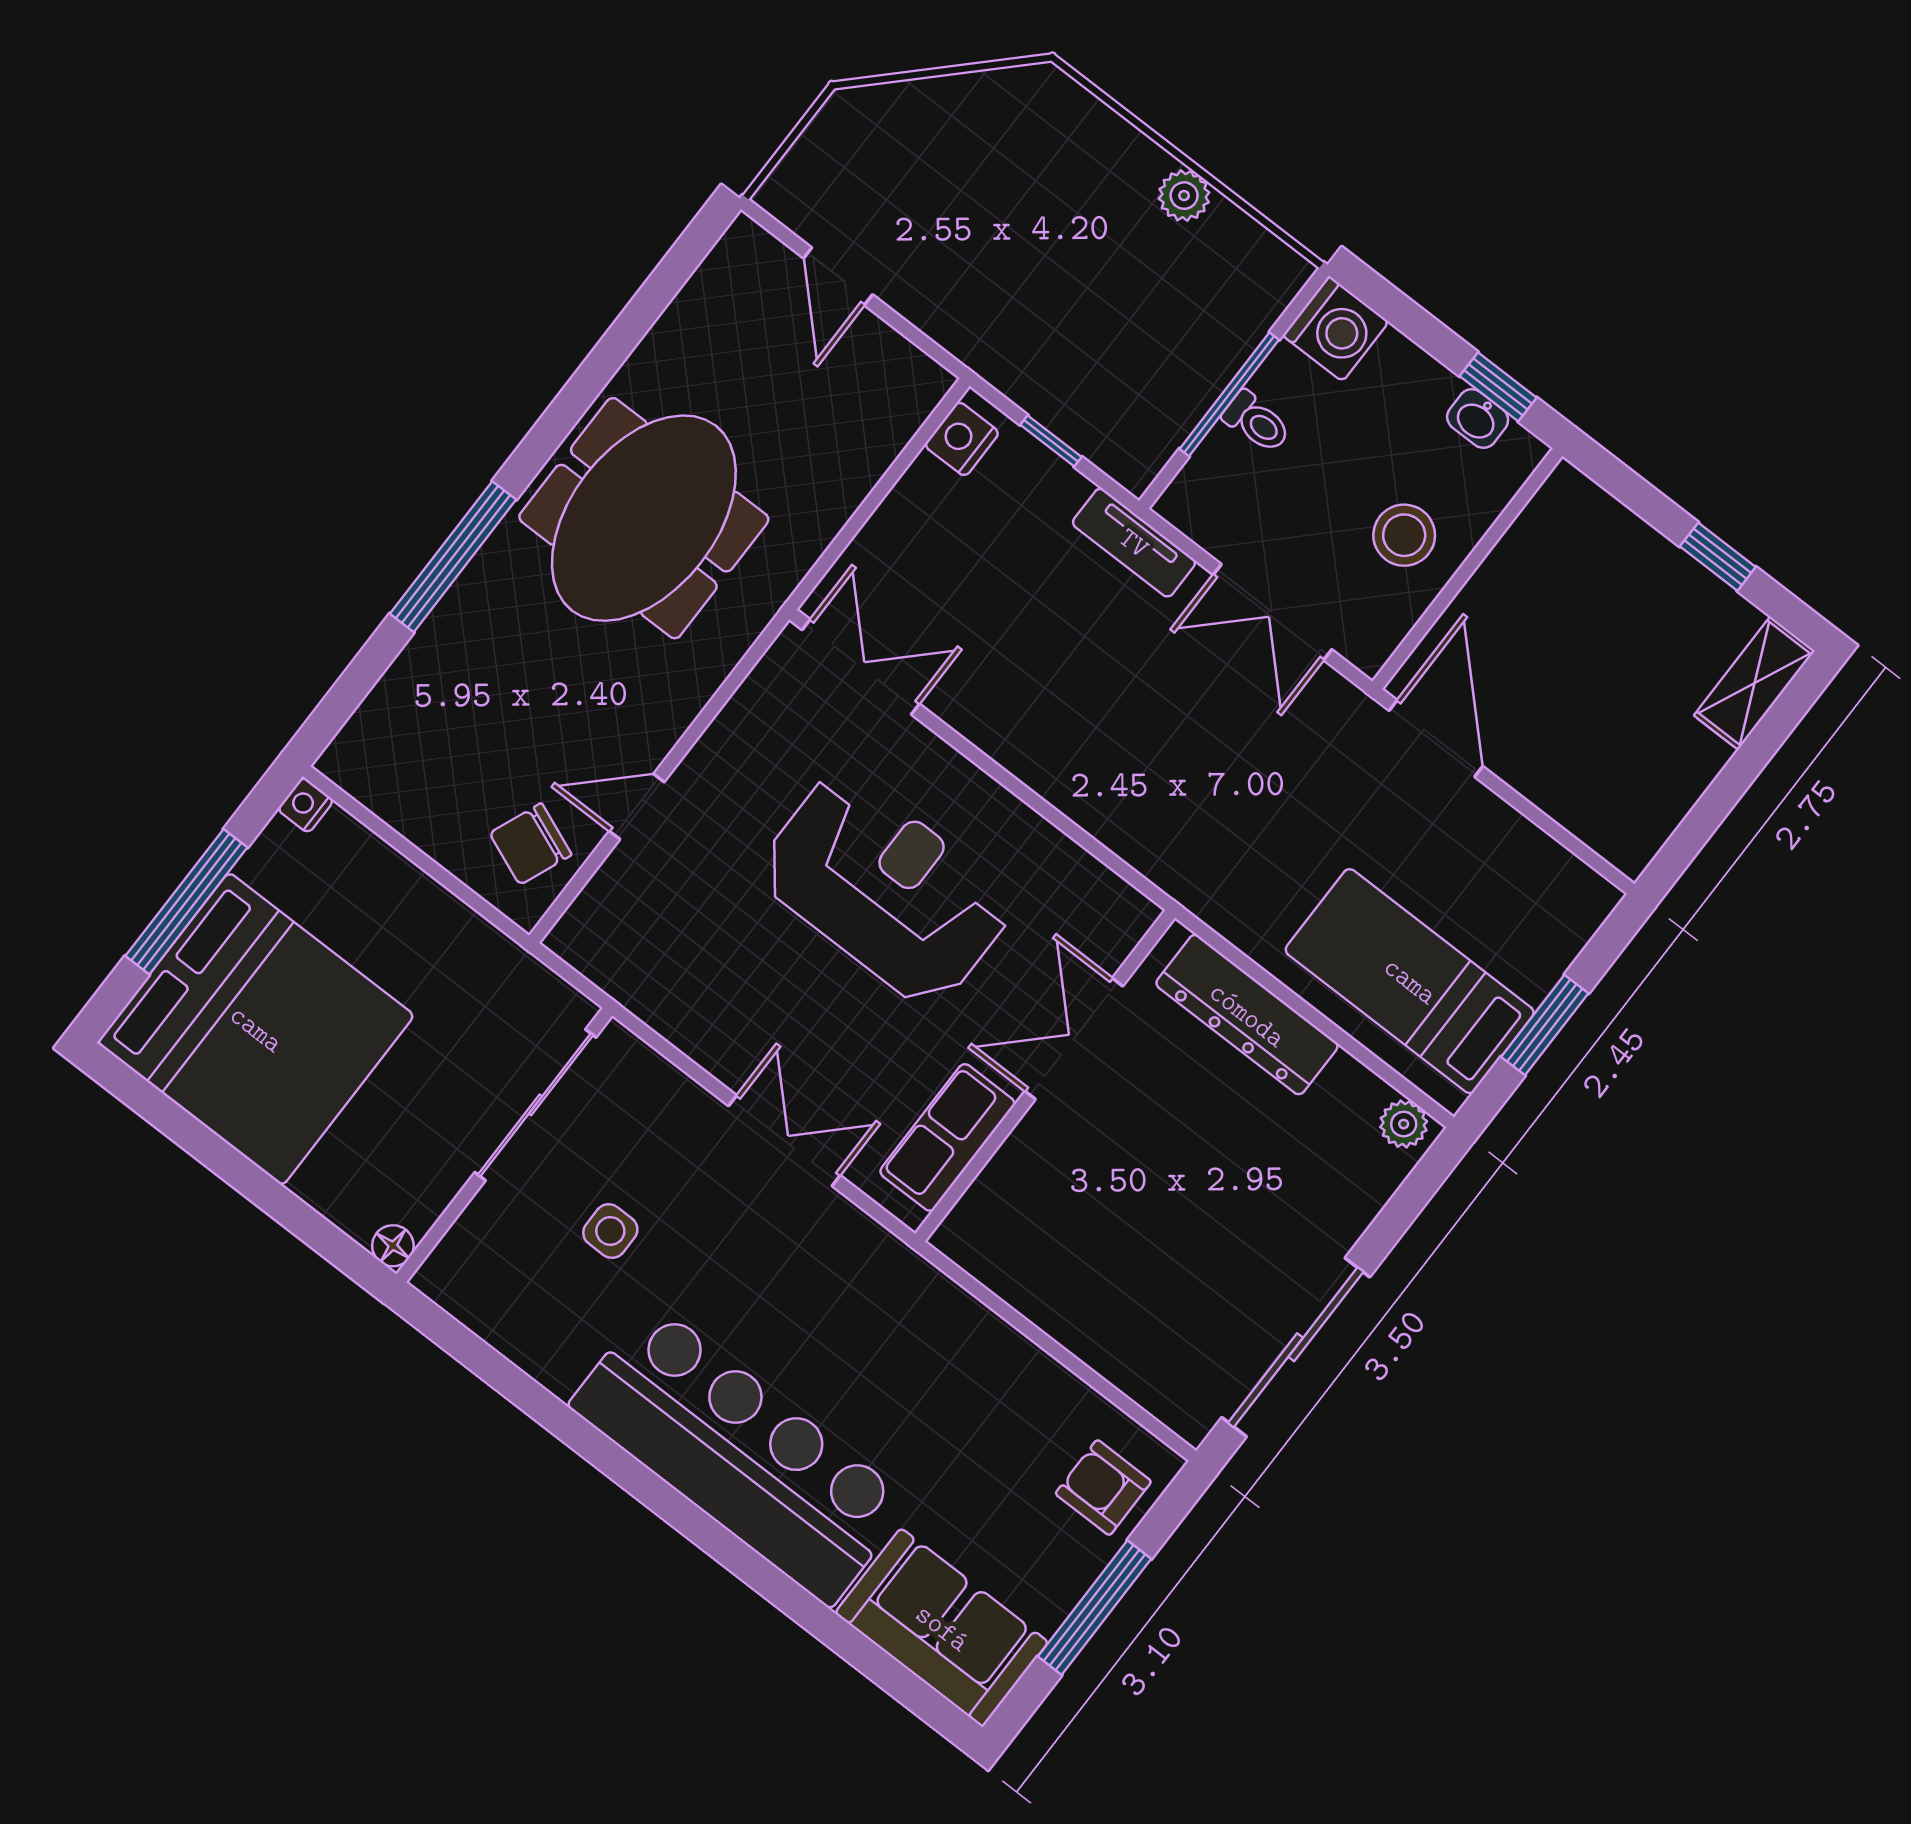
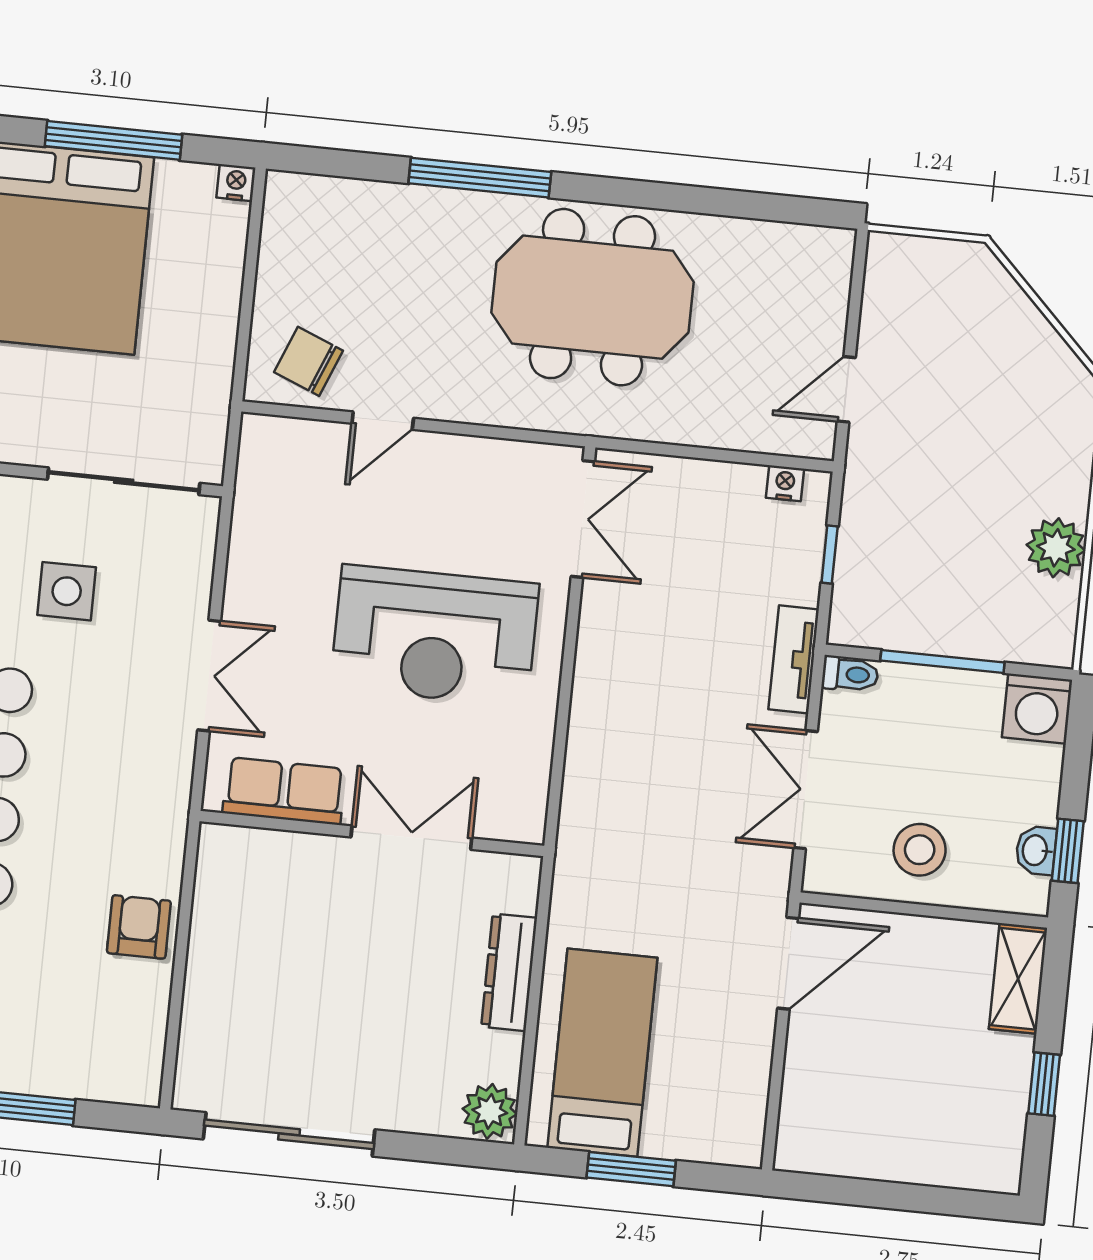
plant: (1184, 196) -> (1056, 548), width x1.38, depth x1.38
door: (838, 276) -> (846, 389), moved
toilet: (1257, 422) -> (850, 674), moved, turned -90
nightstand: (962, 439) -> (785, 483), width x0.72, depth x0.74
shelving: (1754, 683) -> (1018, 979), moved, turned 90
door: (637, 807) -> (383, 421), swing flipped
reception desk: (885, 889) -> (435, 636), turned 90
dresser: (1247, 1015) -> (509, 972), width x0.73, depth x0.80
plant: (1404, 1124) -> (490, 1111), width x1.38, depth x1.38
side table: (610, 1231) -> (67, 591), width x1.37, depth x1.37
armchair: (1103, 1488) -> (139, 927), moved

